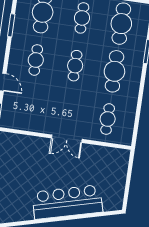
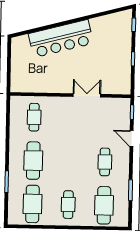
cafe table: (75, 66) -> (69, 161), removed
double door: (67, 139) -> (87, 95), moved

